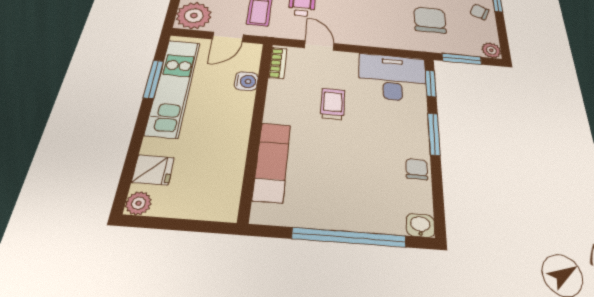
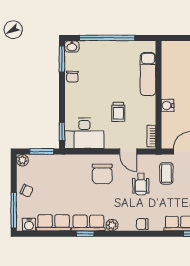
chair: (430, 20) -> (102, 174), moved
water cooler: (246, 81) -> (168, 106), moved
window: (434, 134) -> (62, 59), moved

